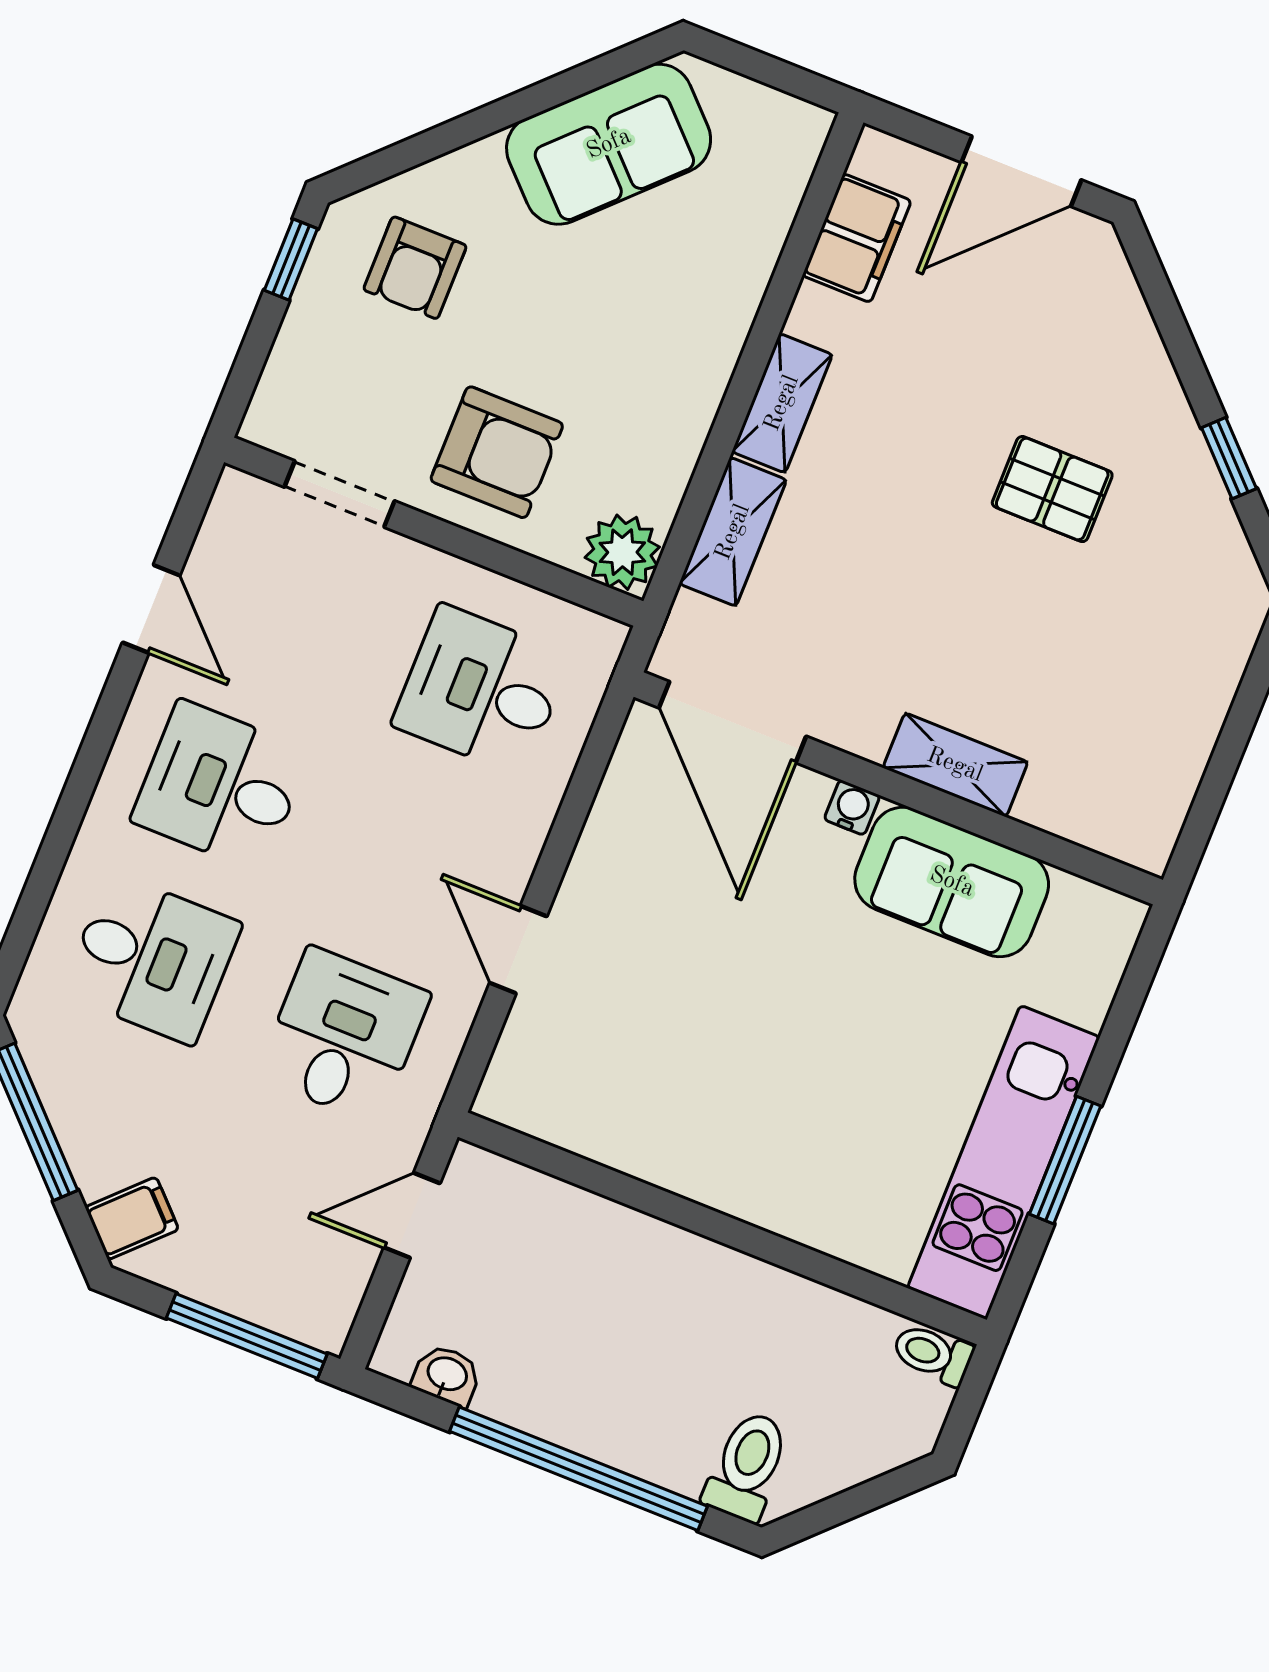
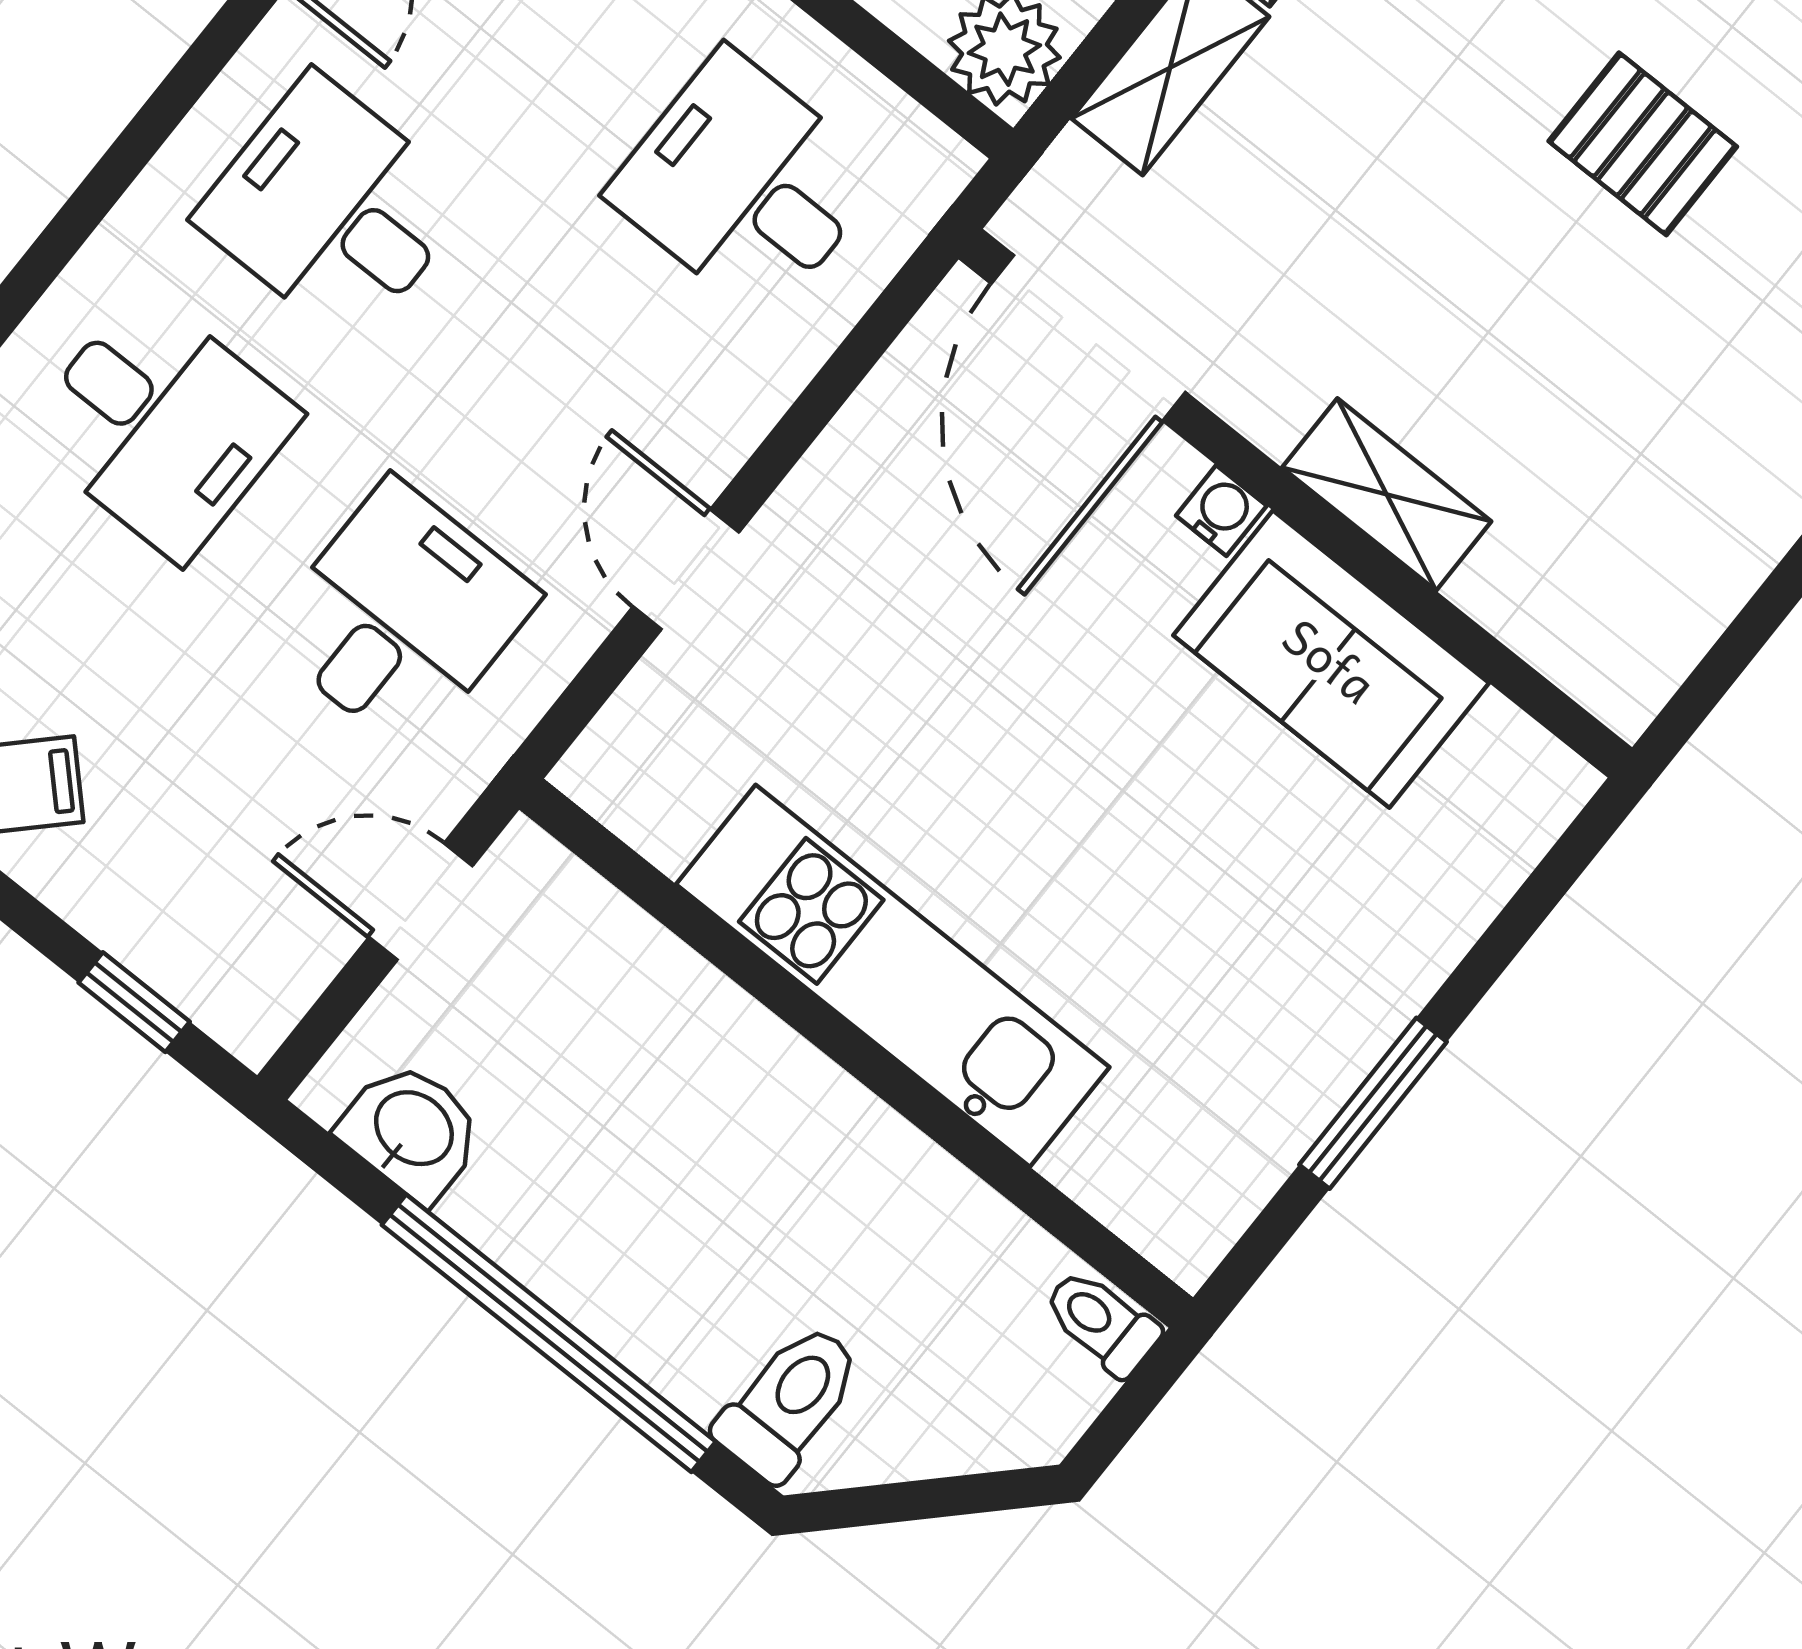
kitchen unit: (1004, 1163) -> (893, 976), moved, turned 90
window: (247, 1336) -> (134, 1002), width x0.46
washbasin: (447, 1375) -> (412, 1131), width x1.38, depth x1.45

